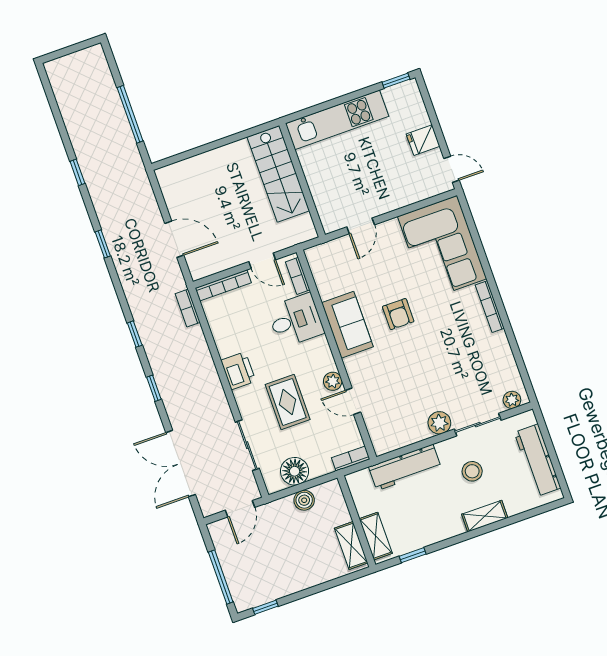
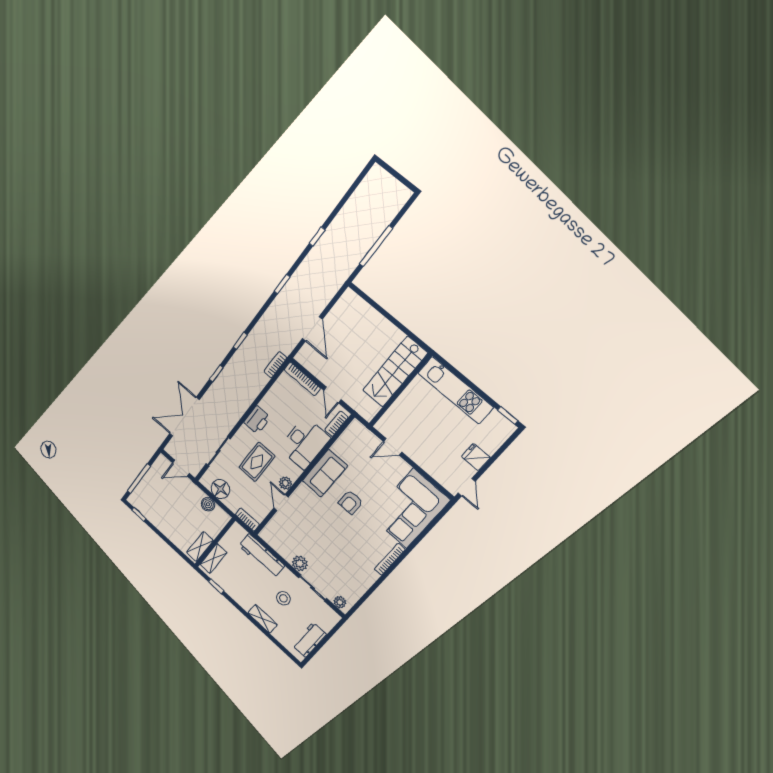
desk: (296, 320) -> (304, 443), width x1.37
workbench: (537, 460) -> (309, 640), width x0.73

